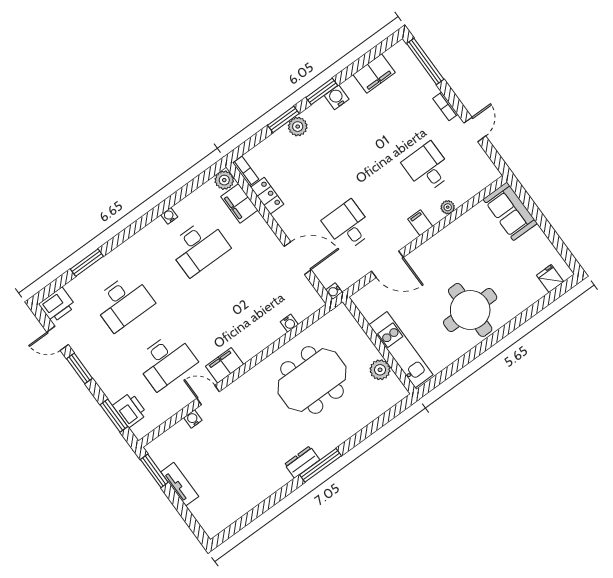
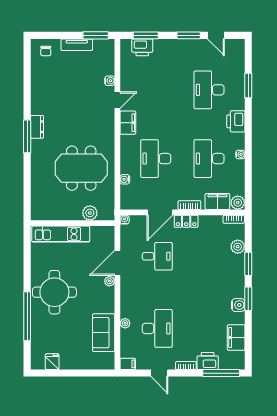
printer: (423, 86) -> (208, 361), added
plant: (298, 127) -> (238, 247), moved
desk: (427, 168) -> (157, 328), width x1.37
locker: (267, 196) -> (186, 221), moved
sofa: (510, 211) -> (104, 333), moved, turned -90
filing cabinet: (420, 223) -> (128, 364), moved
bookcase: (266, 231) -> (189, 205), added
plant: (414, 258) -> (109, 281), added
fridge: (550, 278) -> (52, 362), moved, turned -90
printer: (57, 305) -> (236, 121), moved
window: (518, 321) -> (27, 316), added
door: (58, 338) -> (216, 35), swing flipped
desk: (166, 361) -> (156, 159), moved
plant: (380, 370) -> (90, 213), moved
meeting table: (312, 380) -> (81, 168), turned 90
chair: (211, 513) -> (46, 51), added

